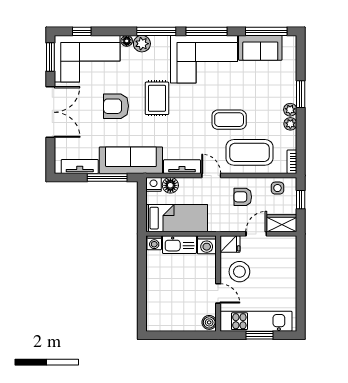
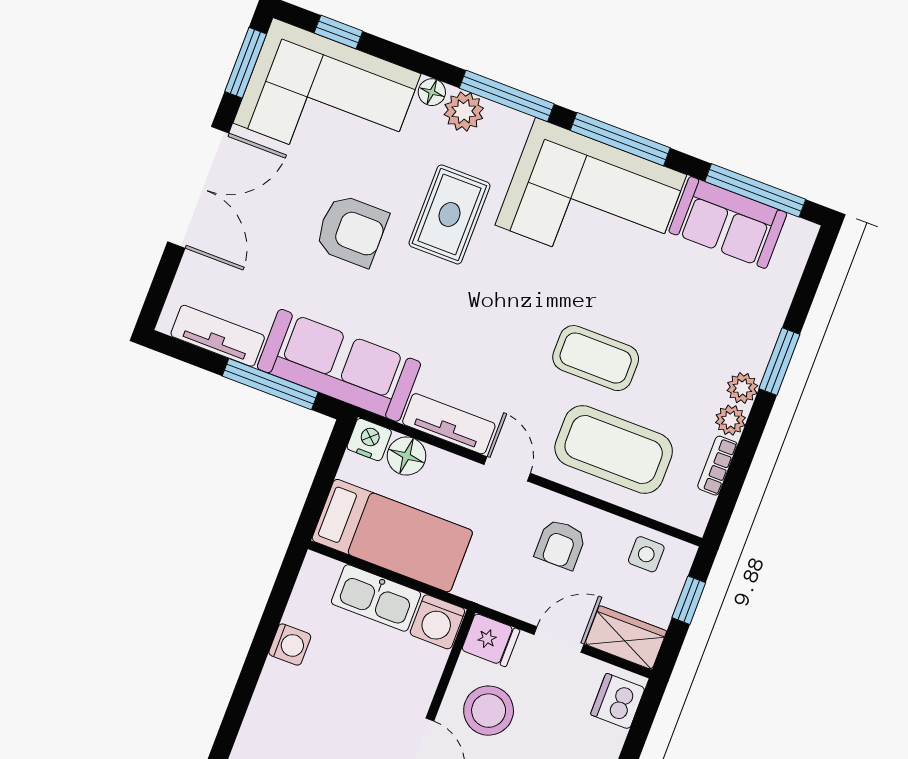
rug: (157, 98) -> (449, 214), moved
armchair: (116, 106) -> (352, 231), turned 180
bookcase: (292, 162) -> (717, 466), moved
armchair: (243, 197) -> (560, 544), turned -90
washing machine: (154, 243) -> (290, 645), moved, turned -90
dishwasher: (288, 249) -> (618, 701), added

